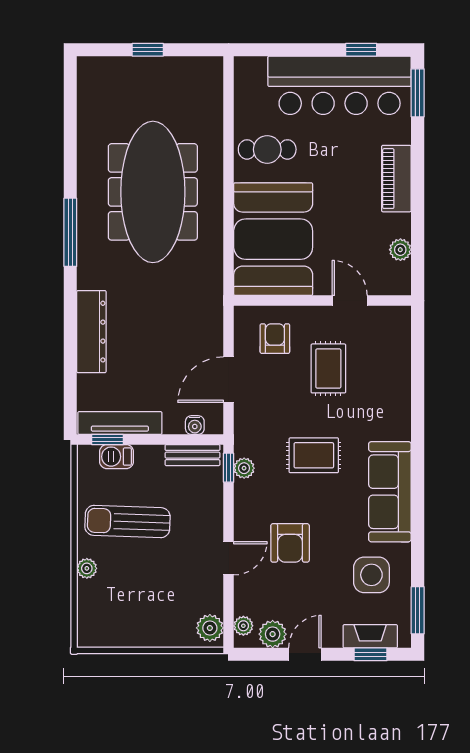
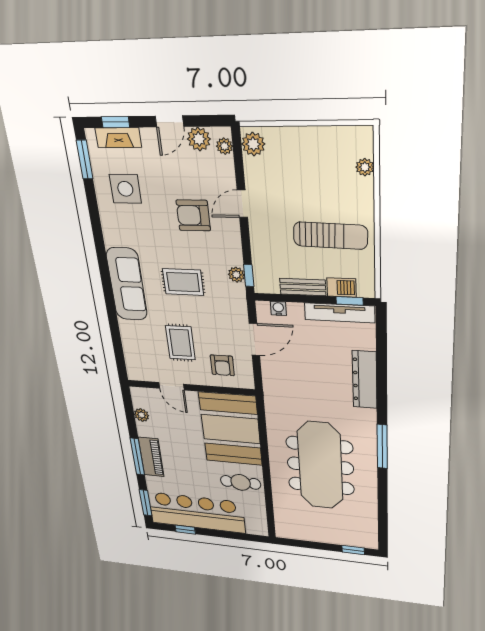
window: (148, 50) -> (353, 550), moved
window: (418, 177) -> (137, 457), added
bench: (192, 455) -> (303, 287), moved
sofa: (390, 492) -> (127, 284), moved
armchair: (290, 543) -> (193, 215), turned -90
plant: (87, 568) -> (365, 167), moved

